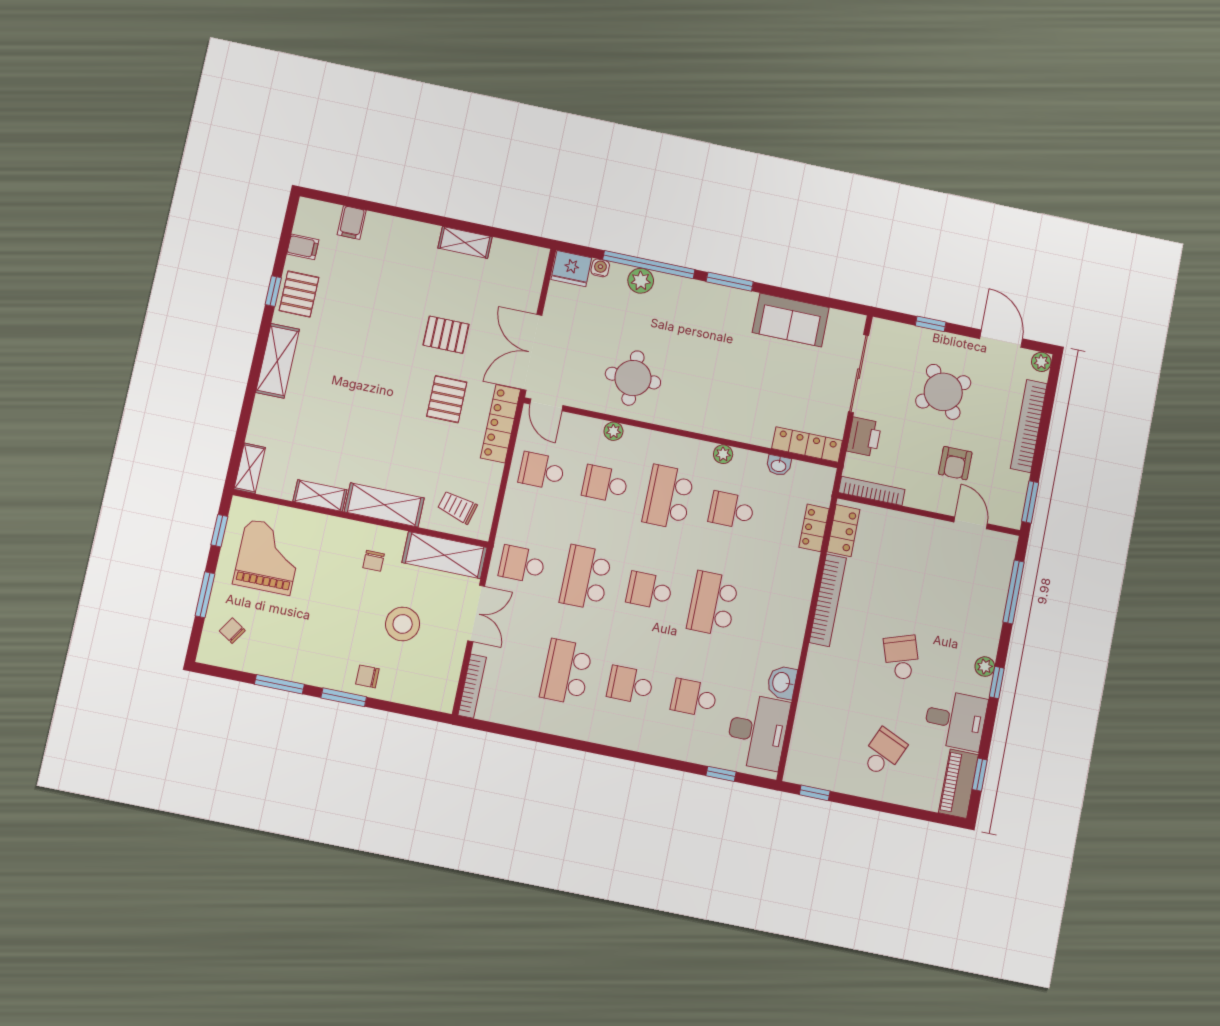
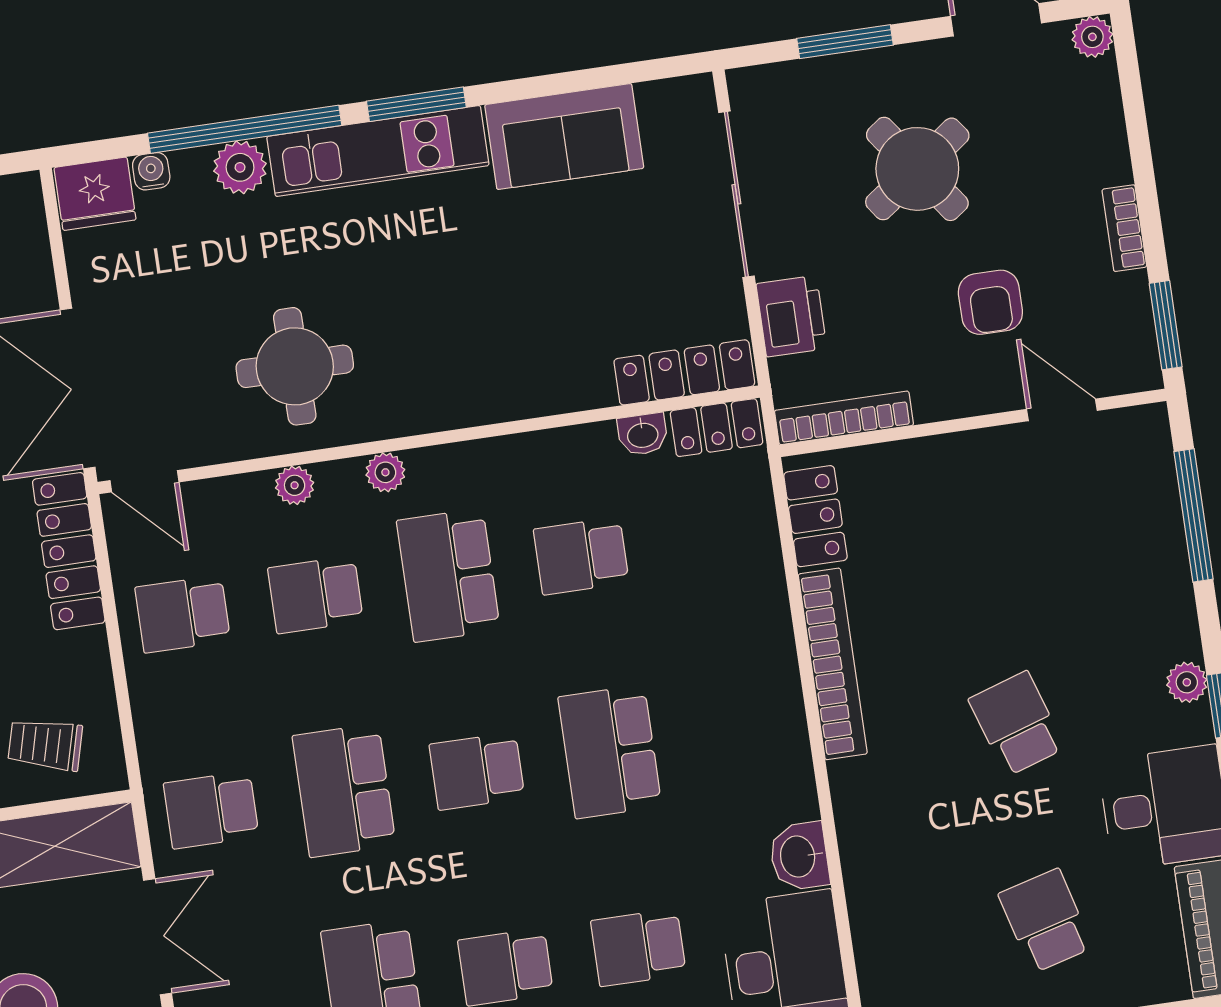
kitchen unit: (705, 296) -> (378, 151), added
window: (931, 324) -> (845, 42), width x1.50
bookcase: (1029, 426) -> (1124, 228), width x0.43, depth x0.76
plant: (723, 454) -> (385, 472), moved
locker: (814, 528) -> (717, 428), moved, turned -90
school desk: (883, 753) -> (1045, 921), turned -39

